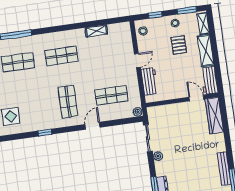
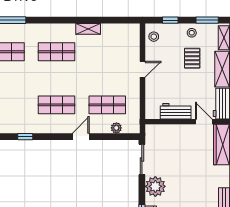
shelving: (96, 31) -> (88, 29), moved
workbench: (150, 81) -> (176, 111), moved, turned -90
shop shelf: (68, 102) -> (57, 105), turned 90
plant: (138, 112) -> (116, 128), moved
plant: (158, 156) -> (155, 186), width x1.87, depth x1.87

